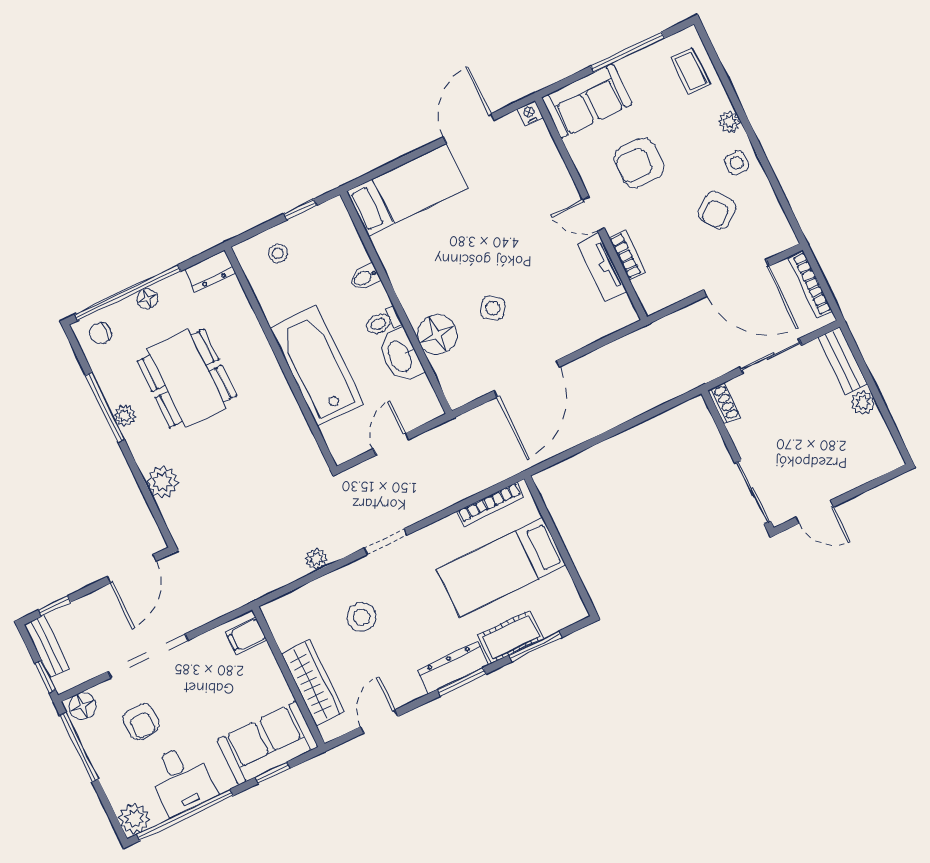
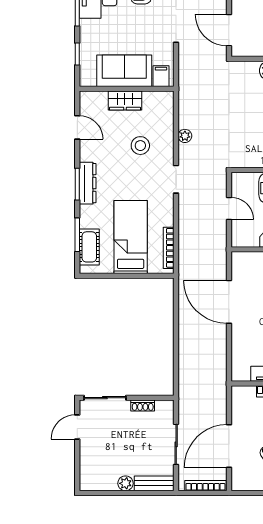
shoe rack: (724, 403) -> (143, 405), moved
cot: (511, 637) -> (89, 247), moved
wardrobe: (313, 683) -> (125, 101), width x0.67
sofa: (268, 743) -> (124, 71), moved, turned -90

